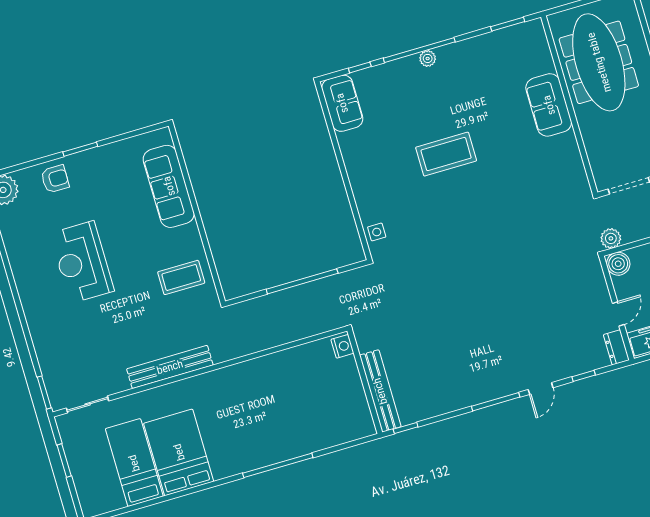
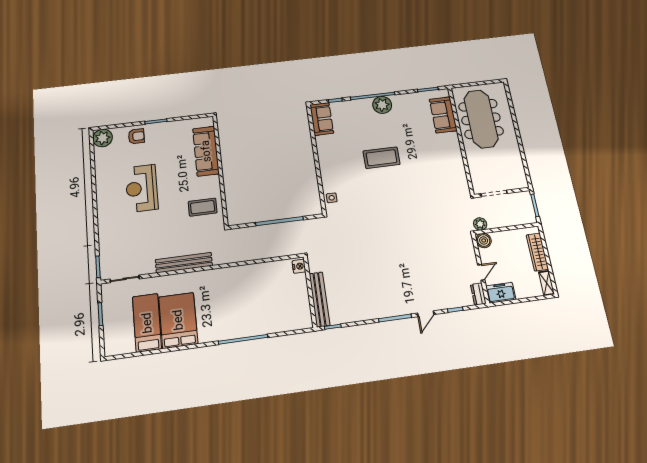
plant: (428, 58) -> (382, 105), width x1.88, depth x1.88
sofa: (549, 105) -> (443, 115), moved

